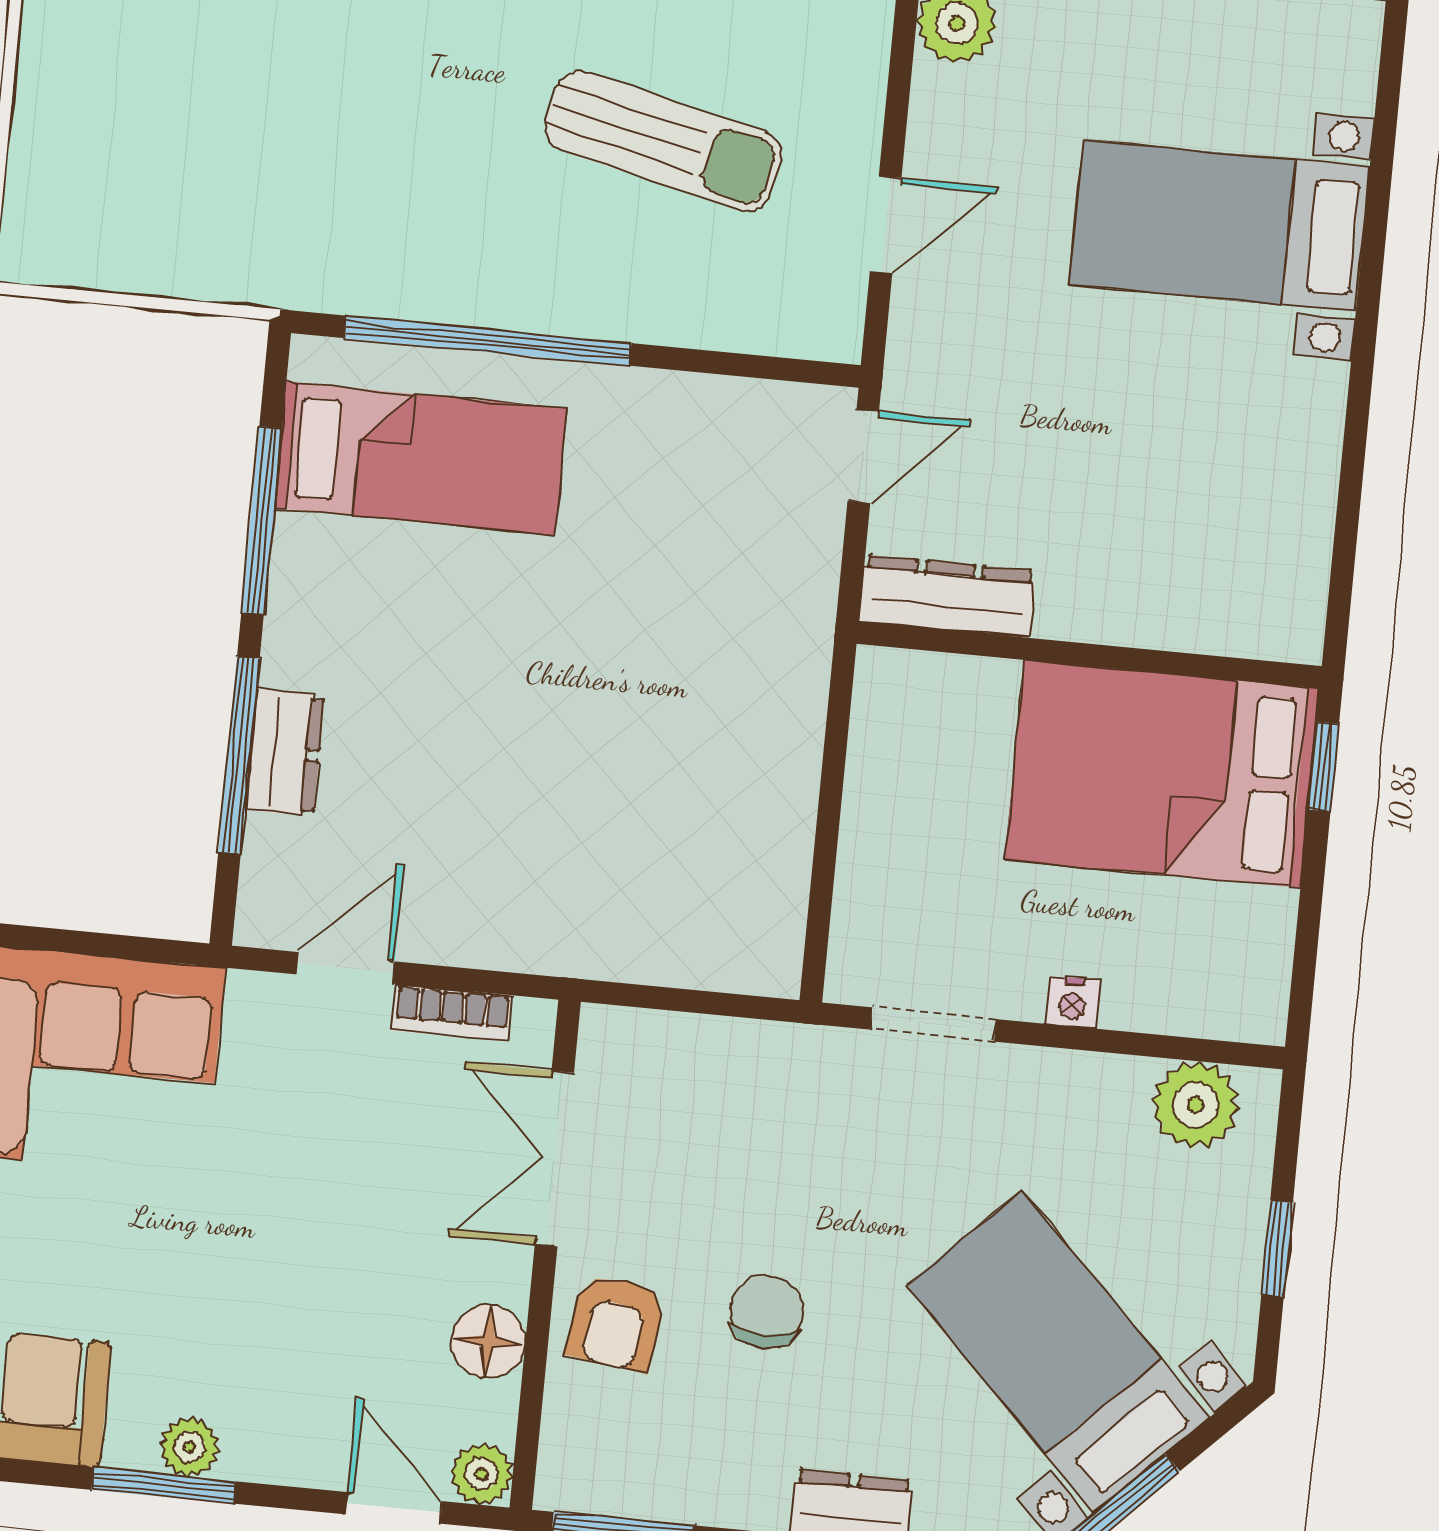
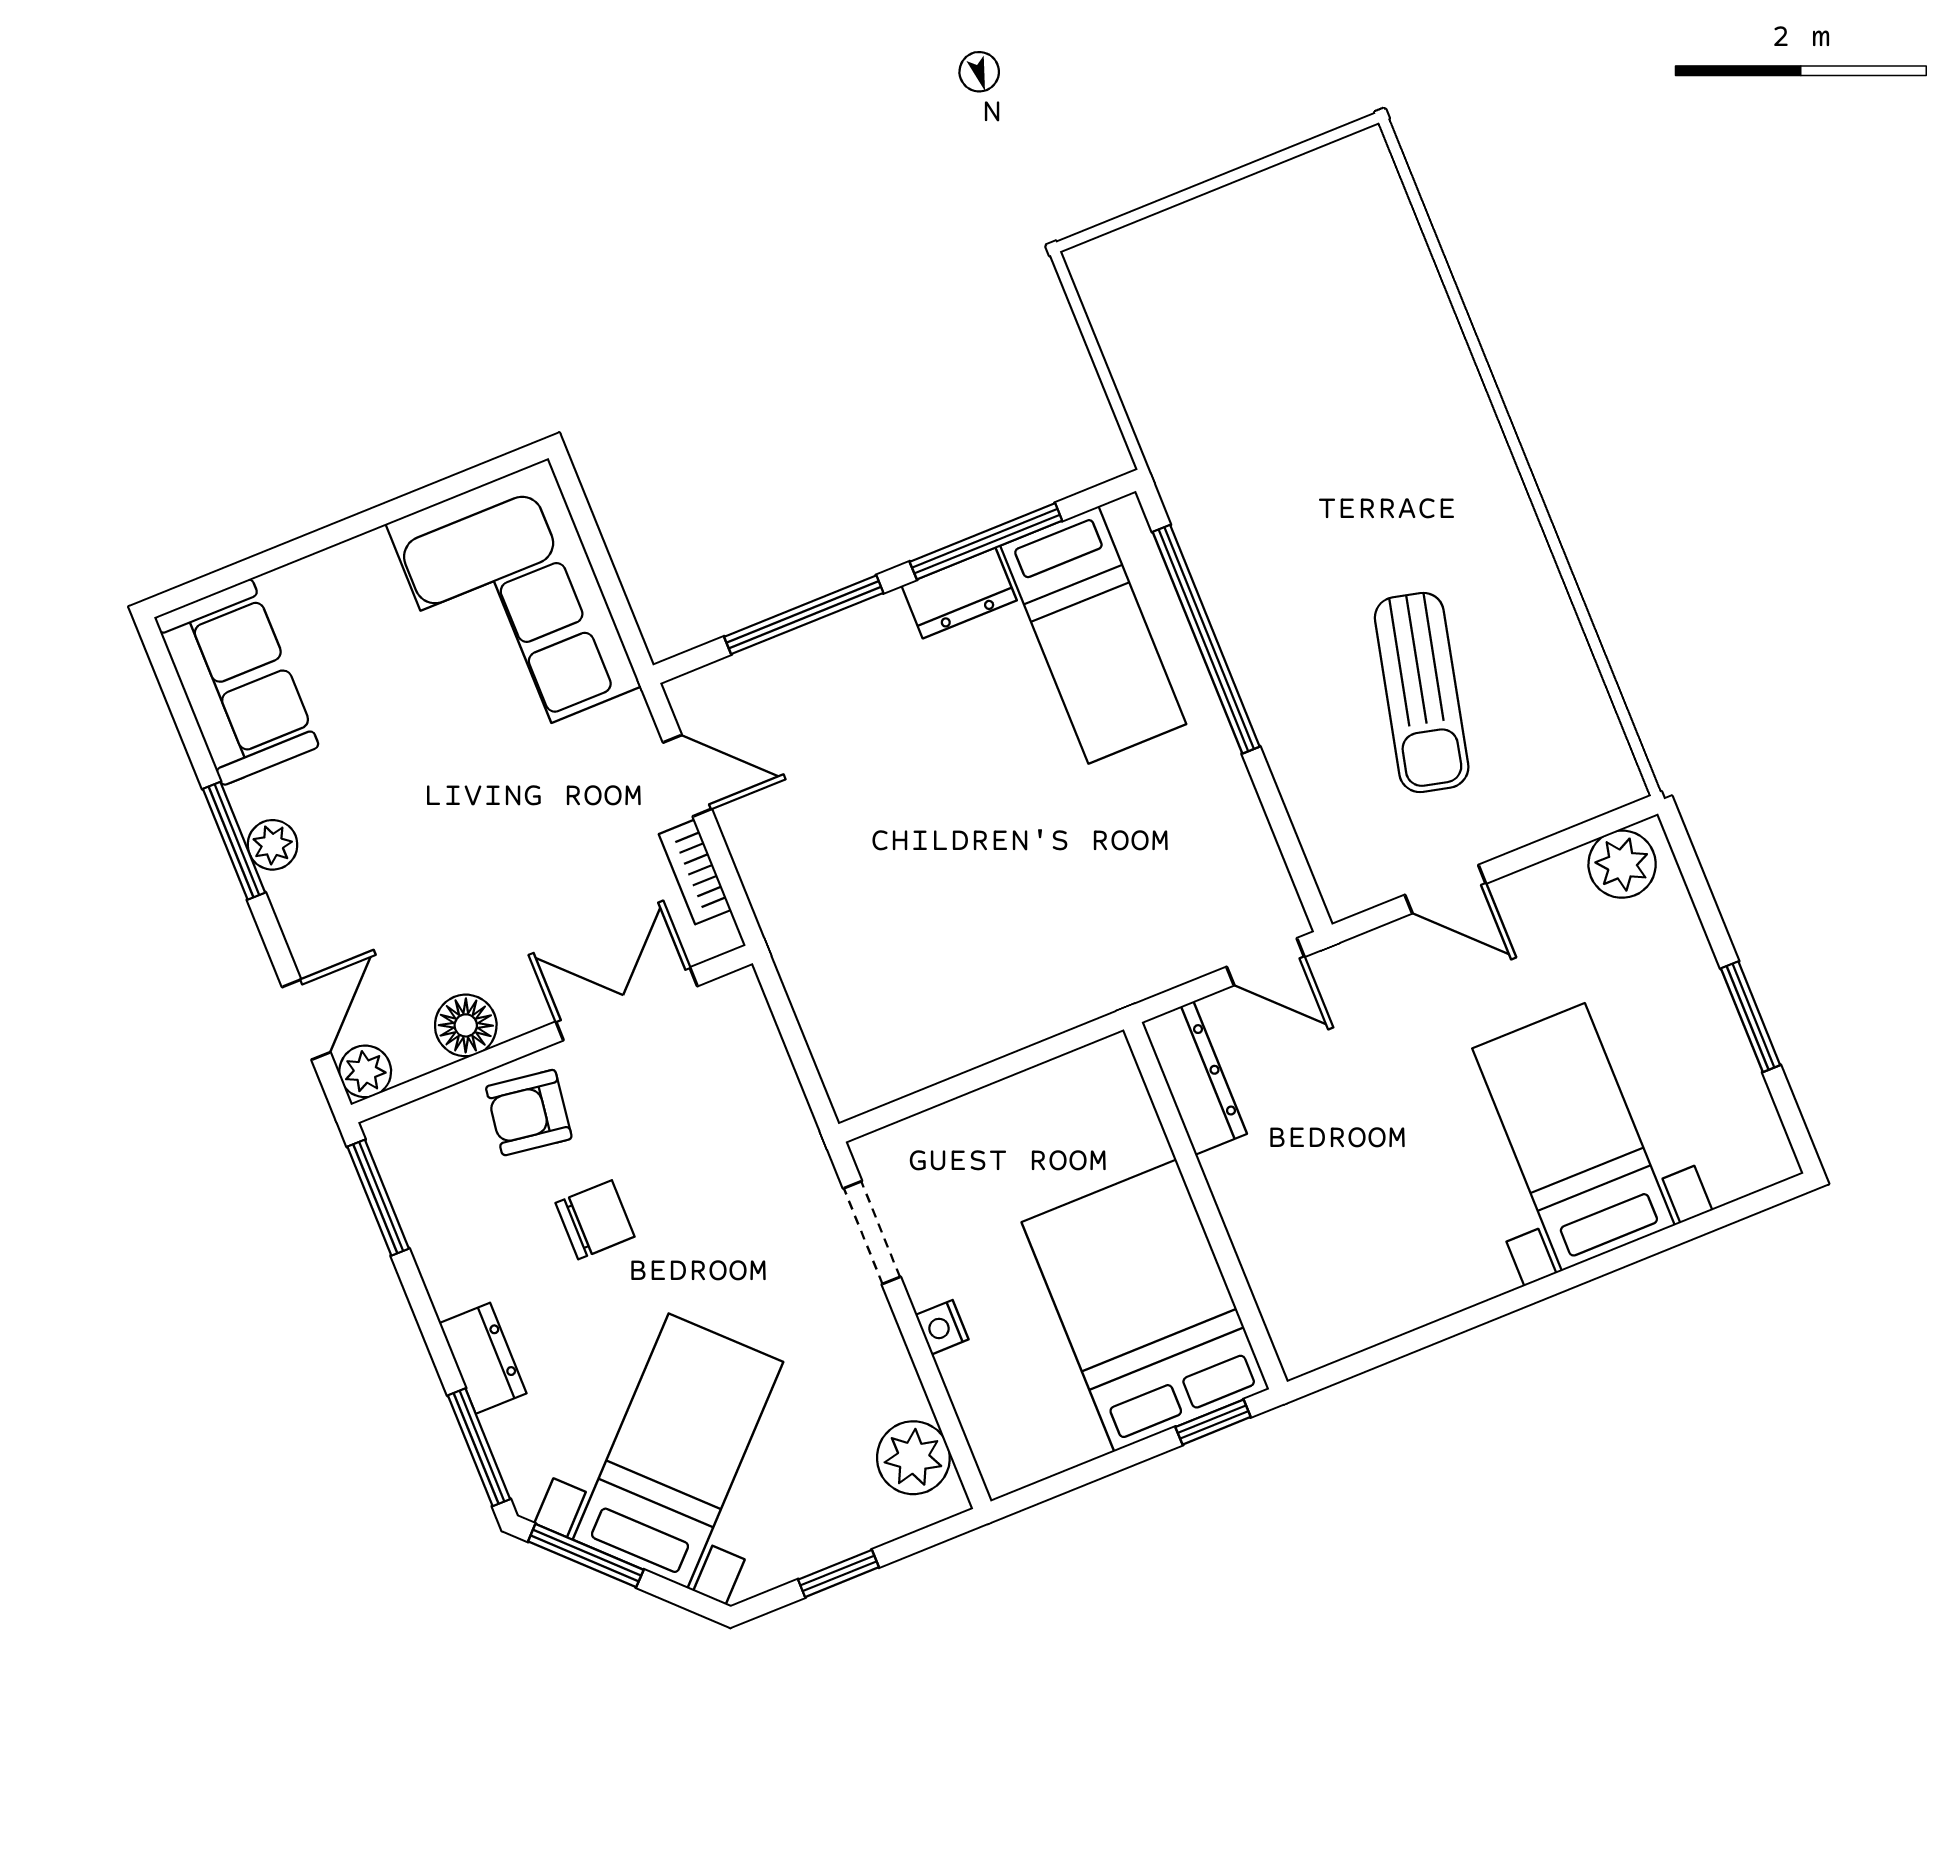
dresser: (285, 753) -> (959, 593), moved

